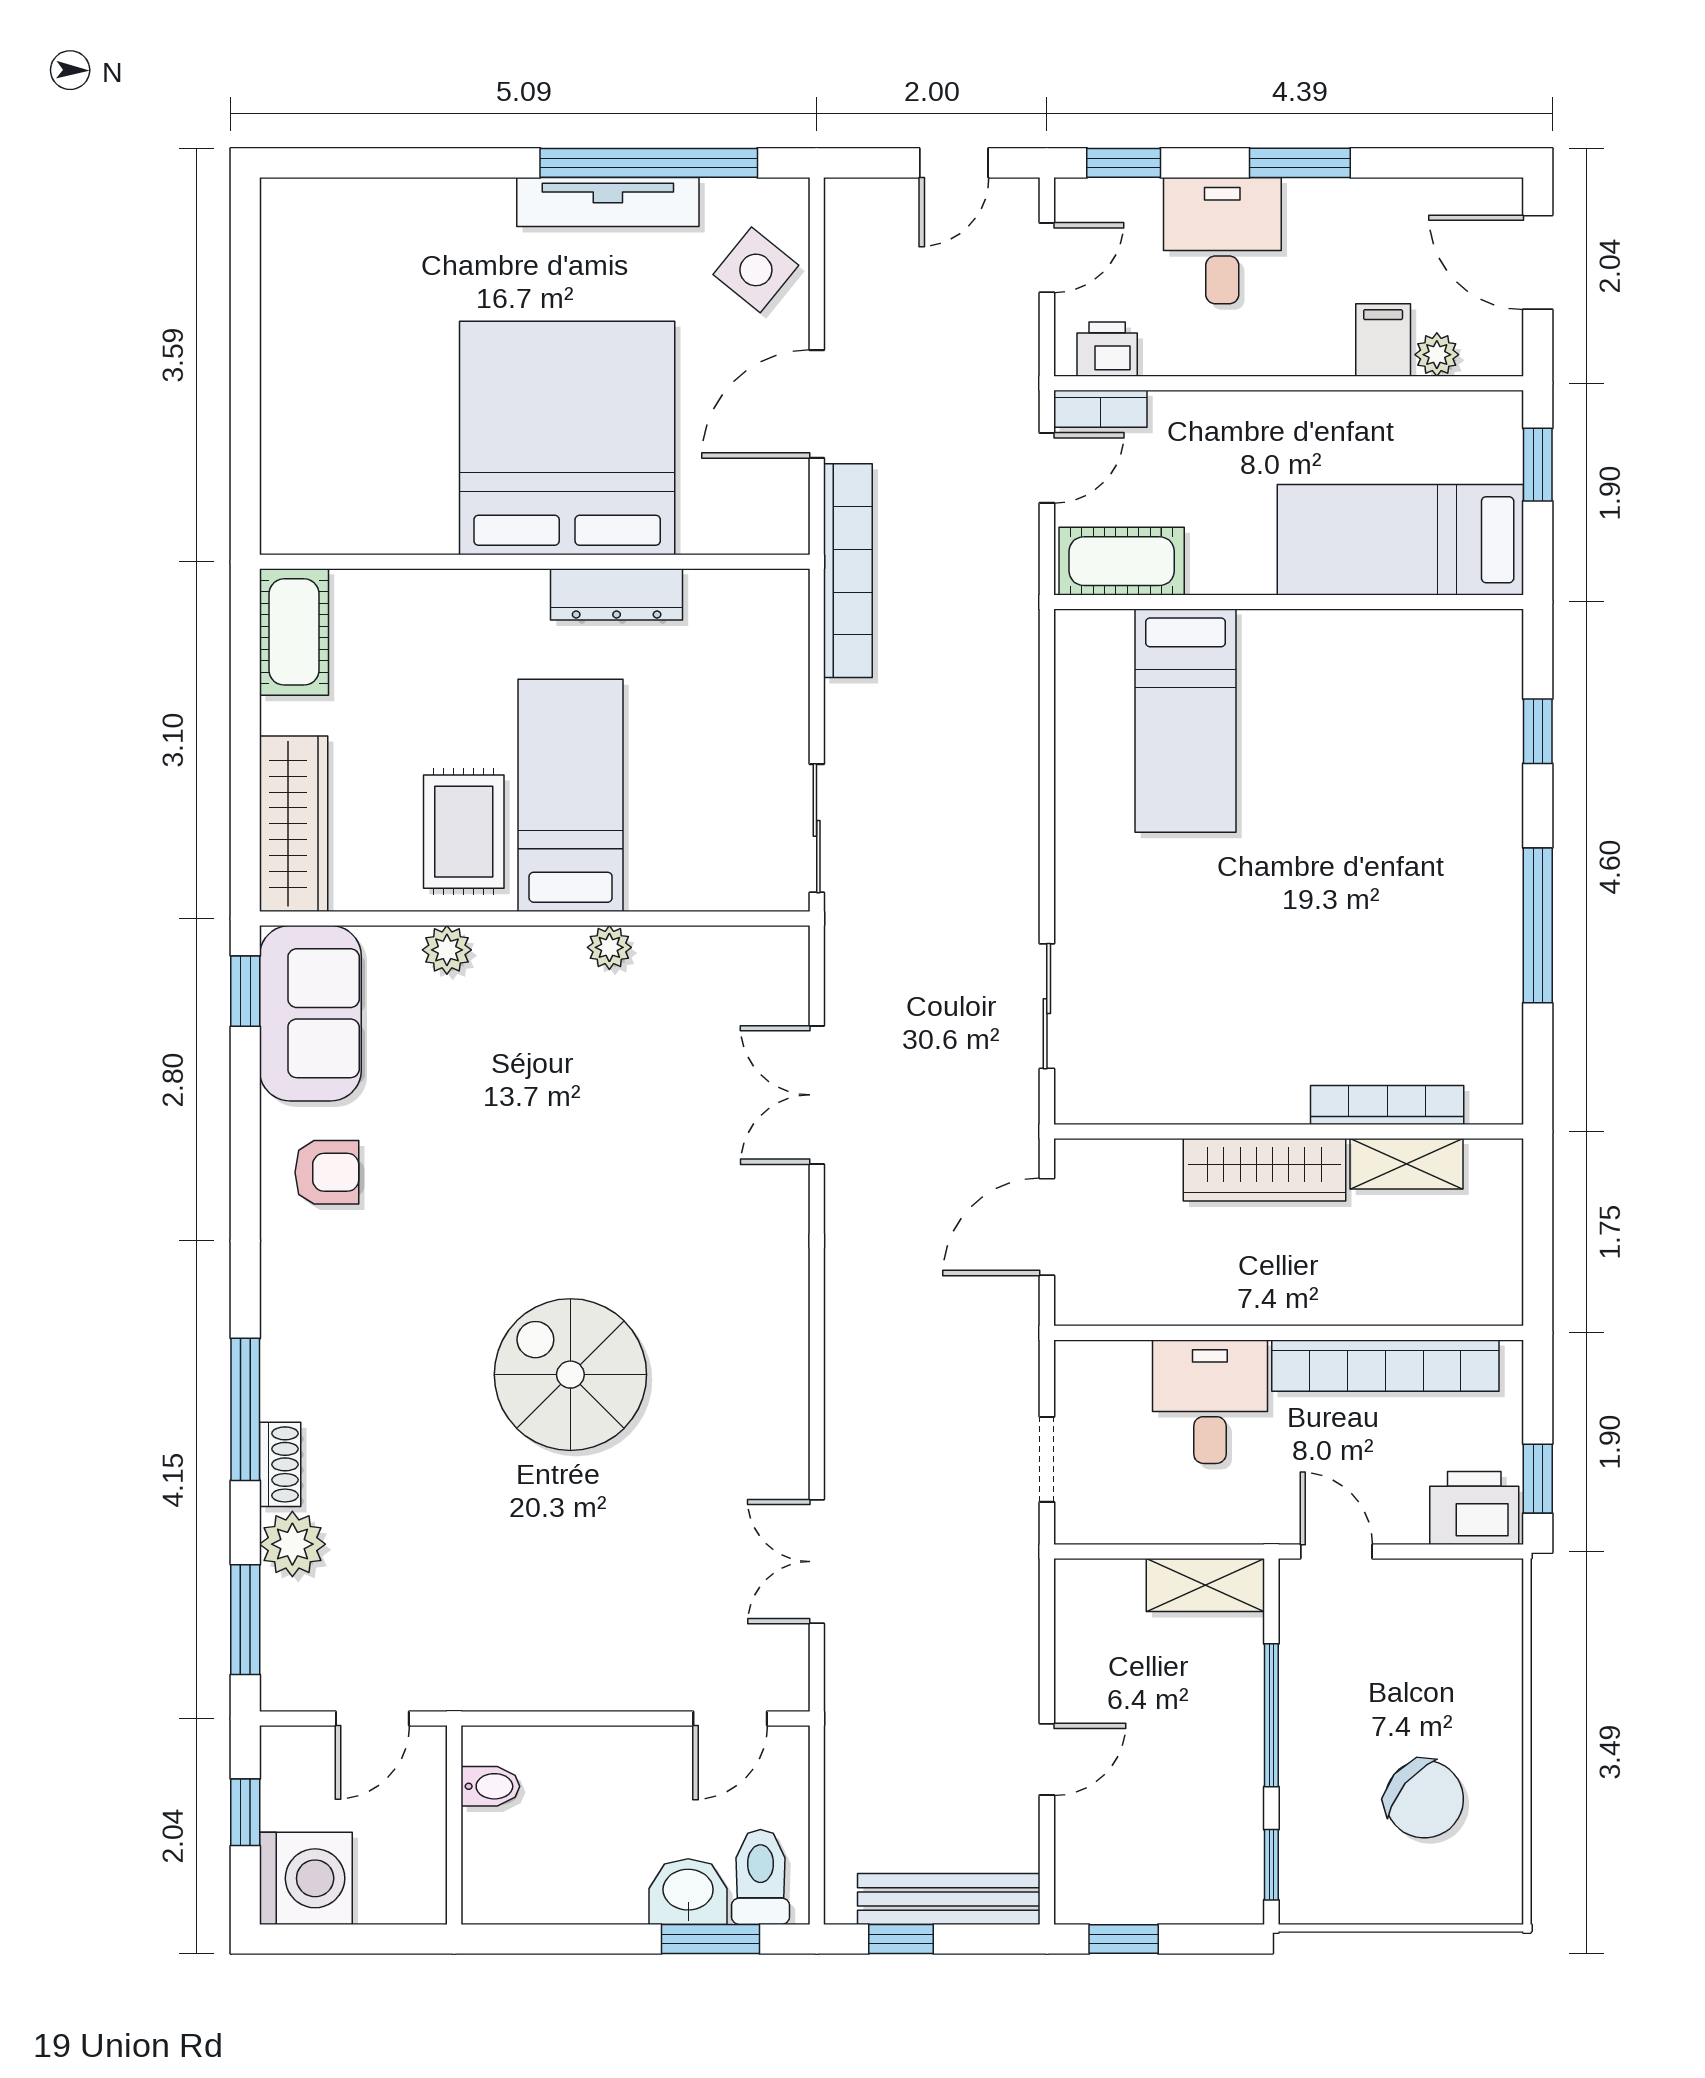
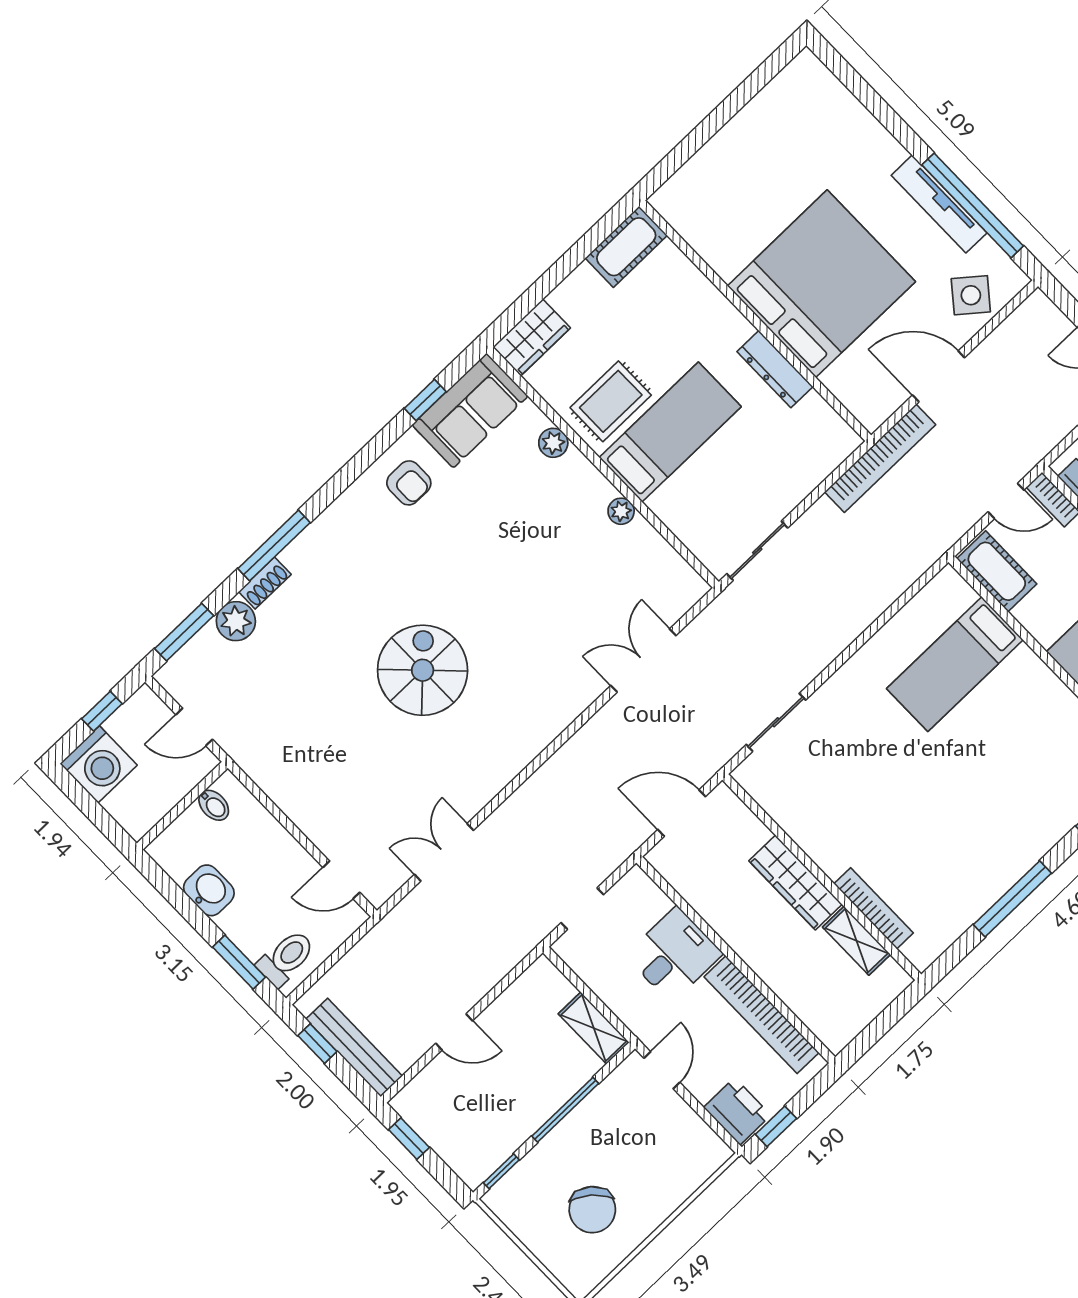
wardrobe: (294, 824) -> (532, 337), width x0.67
window: (245, 991) -> (425, 400), moved
washbasin: (688, 1892) -> (209, 890), moved

